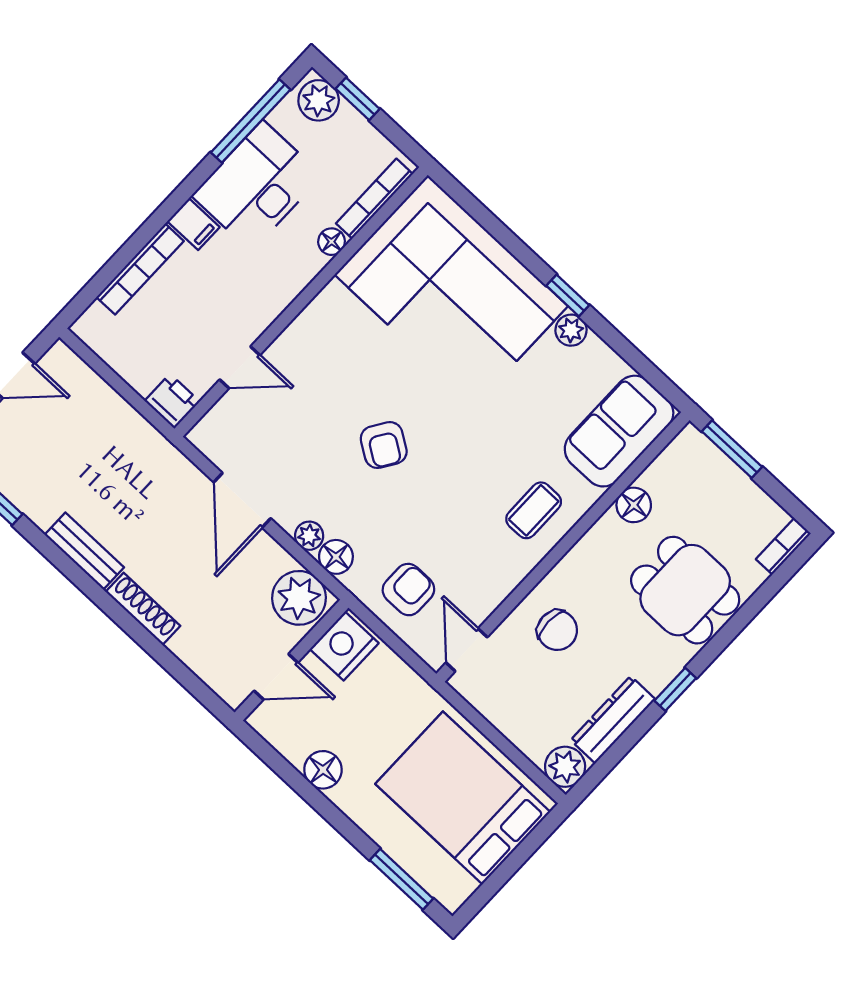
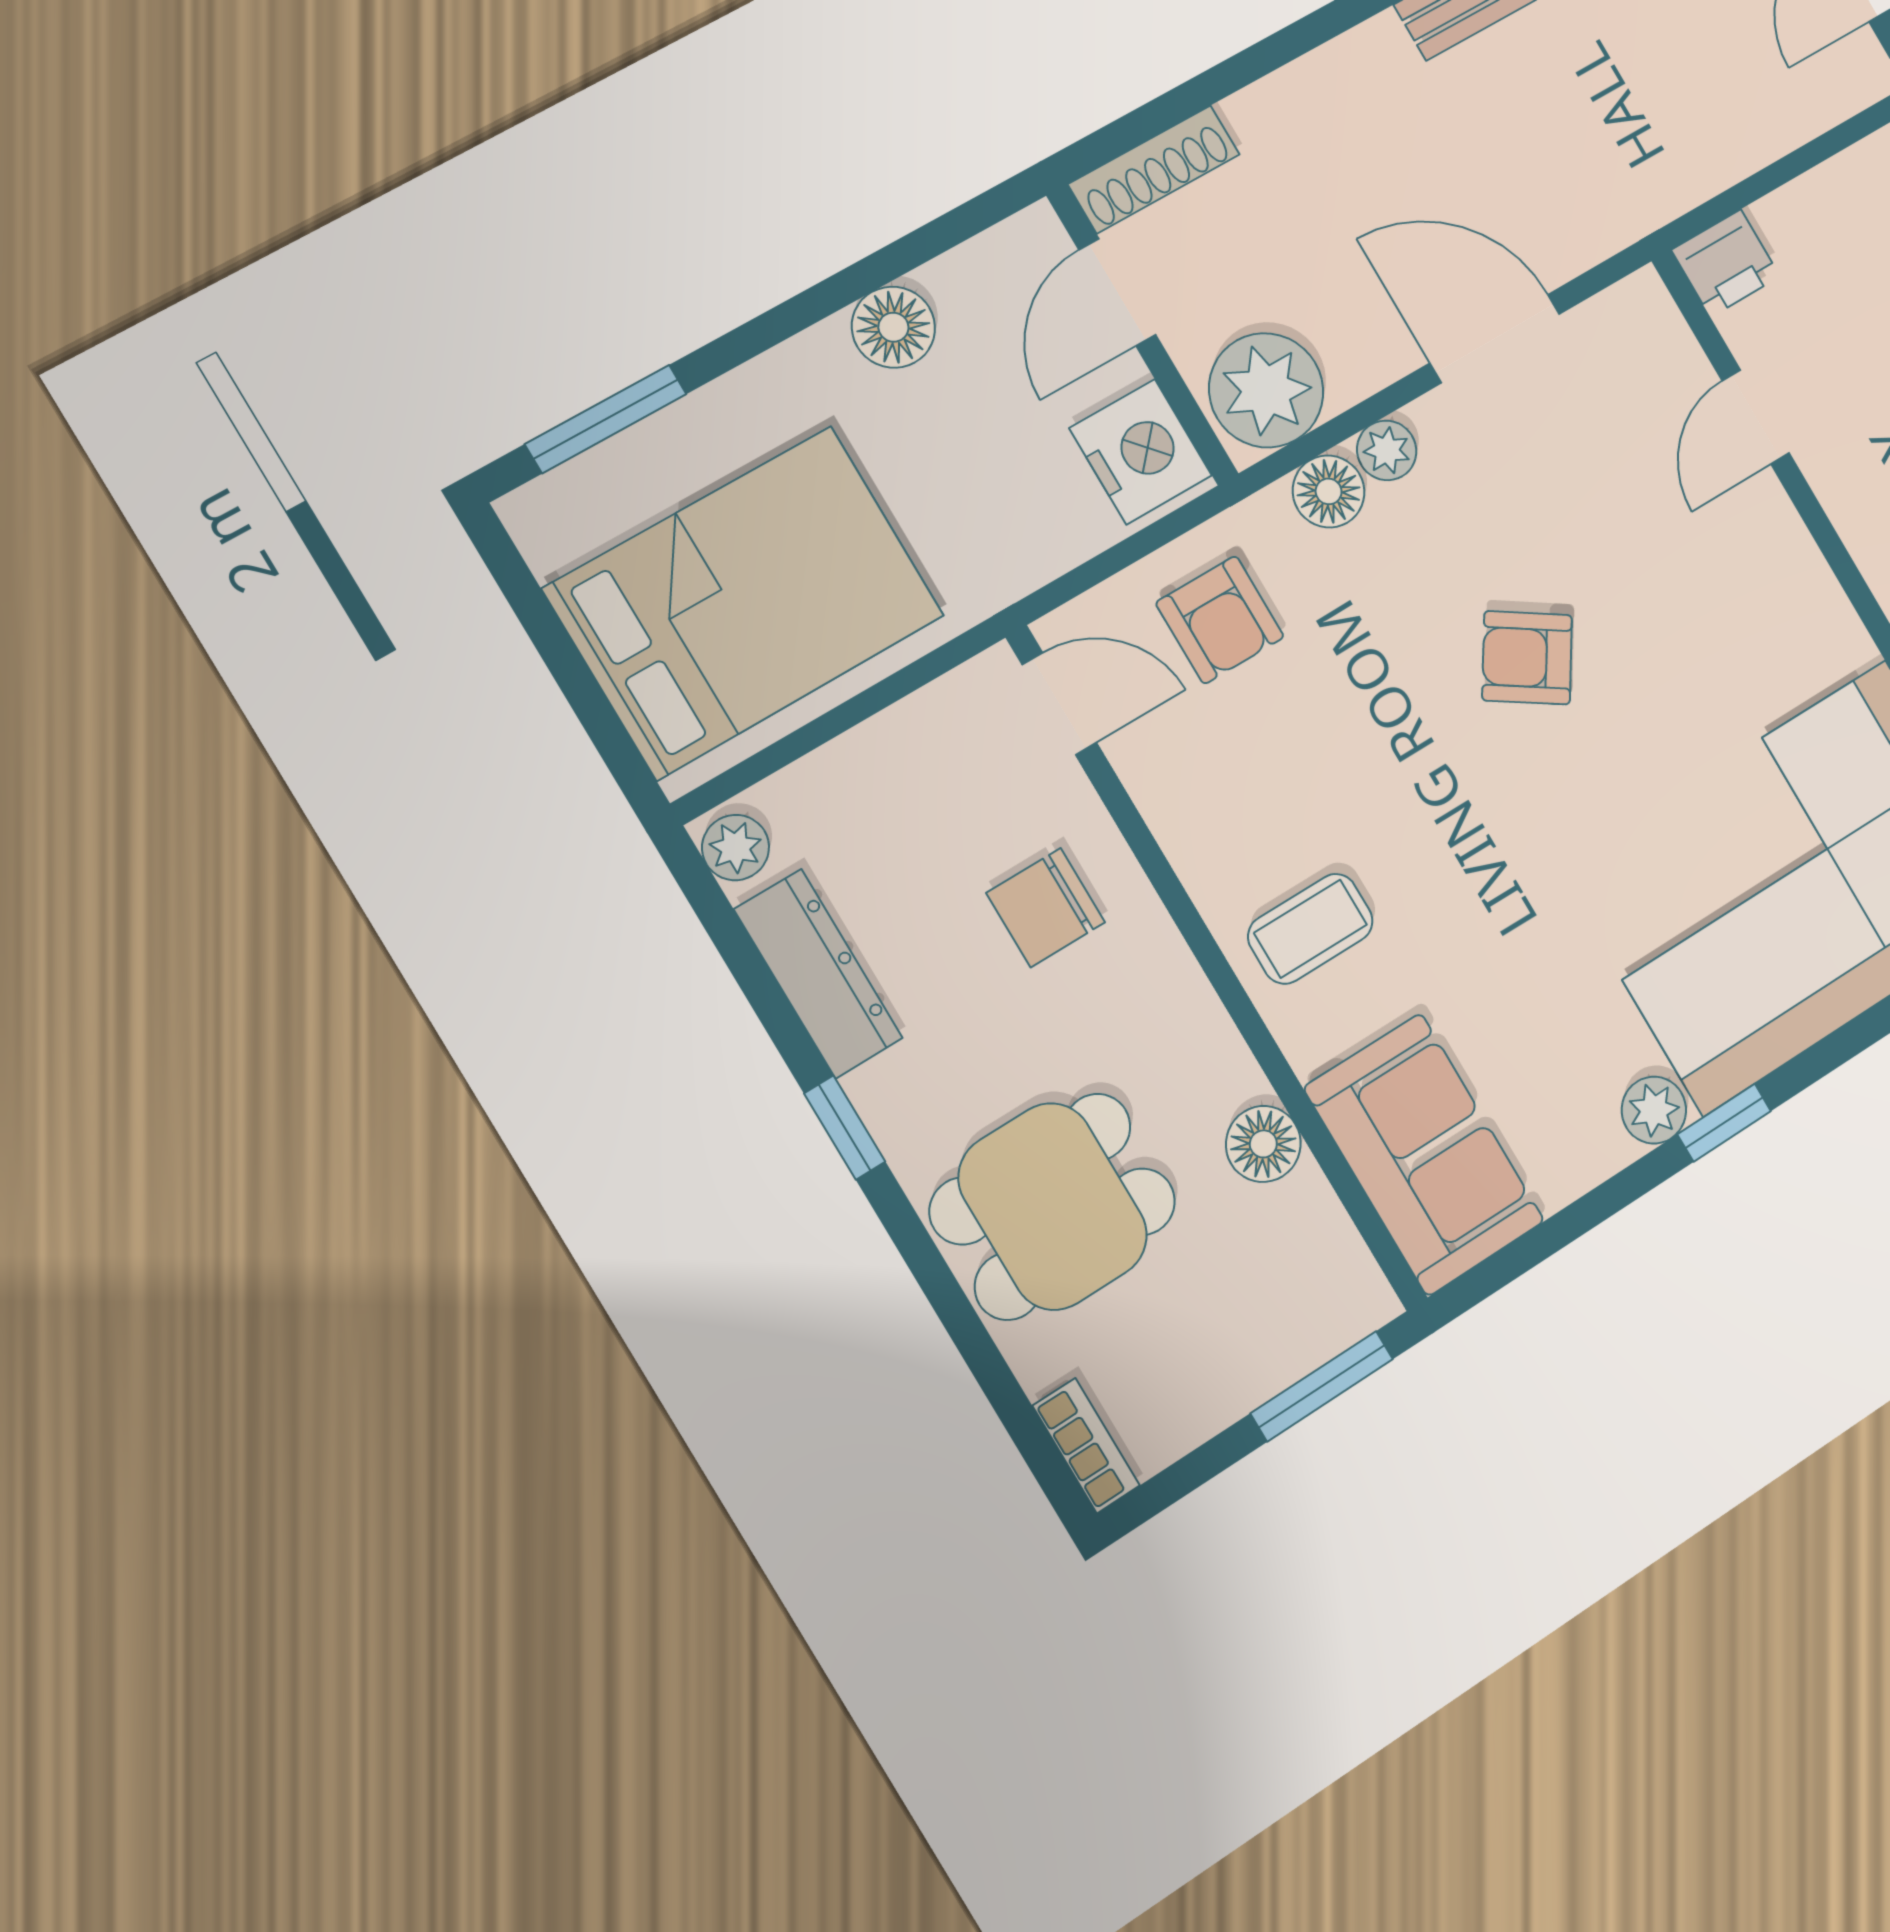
coffee table: (534, 510) -> (1310, 929), turned 90
shoe rack: (143, 609) -> (1154, 169), moved
plant: (565, 767) -> (736, 848), width x0.73, depth x0.73

